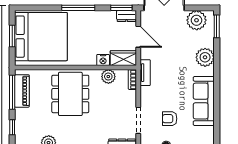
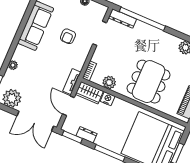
dresser: (127, 16) -> (87, 135), moved
plant: (205, 57) -> (13, 65), width x0.53, depth x0.53
tv unit: (145, 73) -> (72, 82), moved
armchair: (170, 119) -> (68, 36), moved, turned 90

